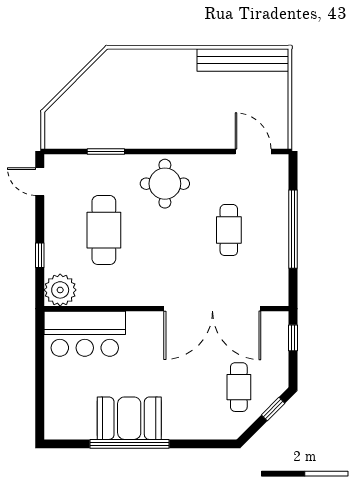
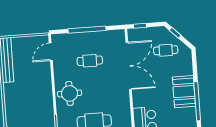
booth: (129, 418) -> (184, 92), moved

